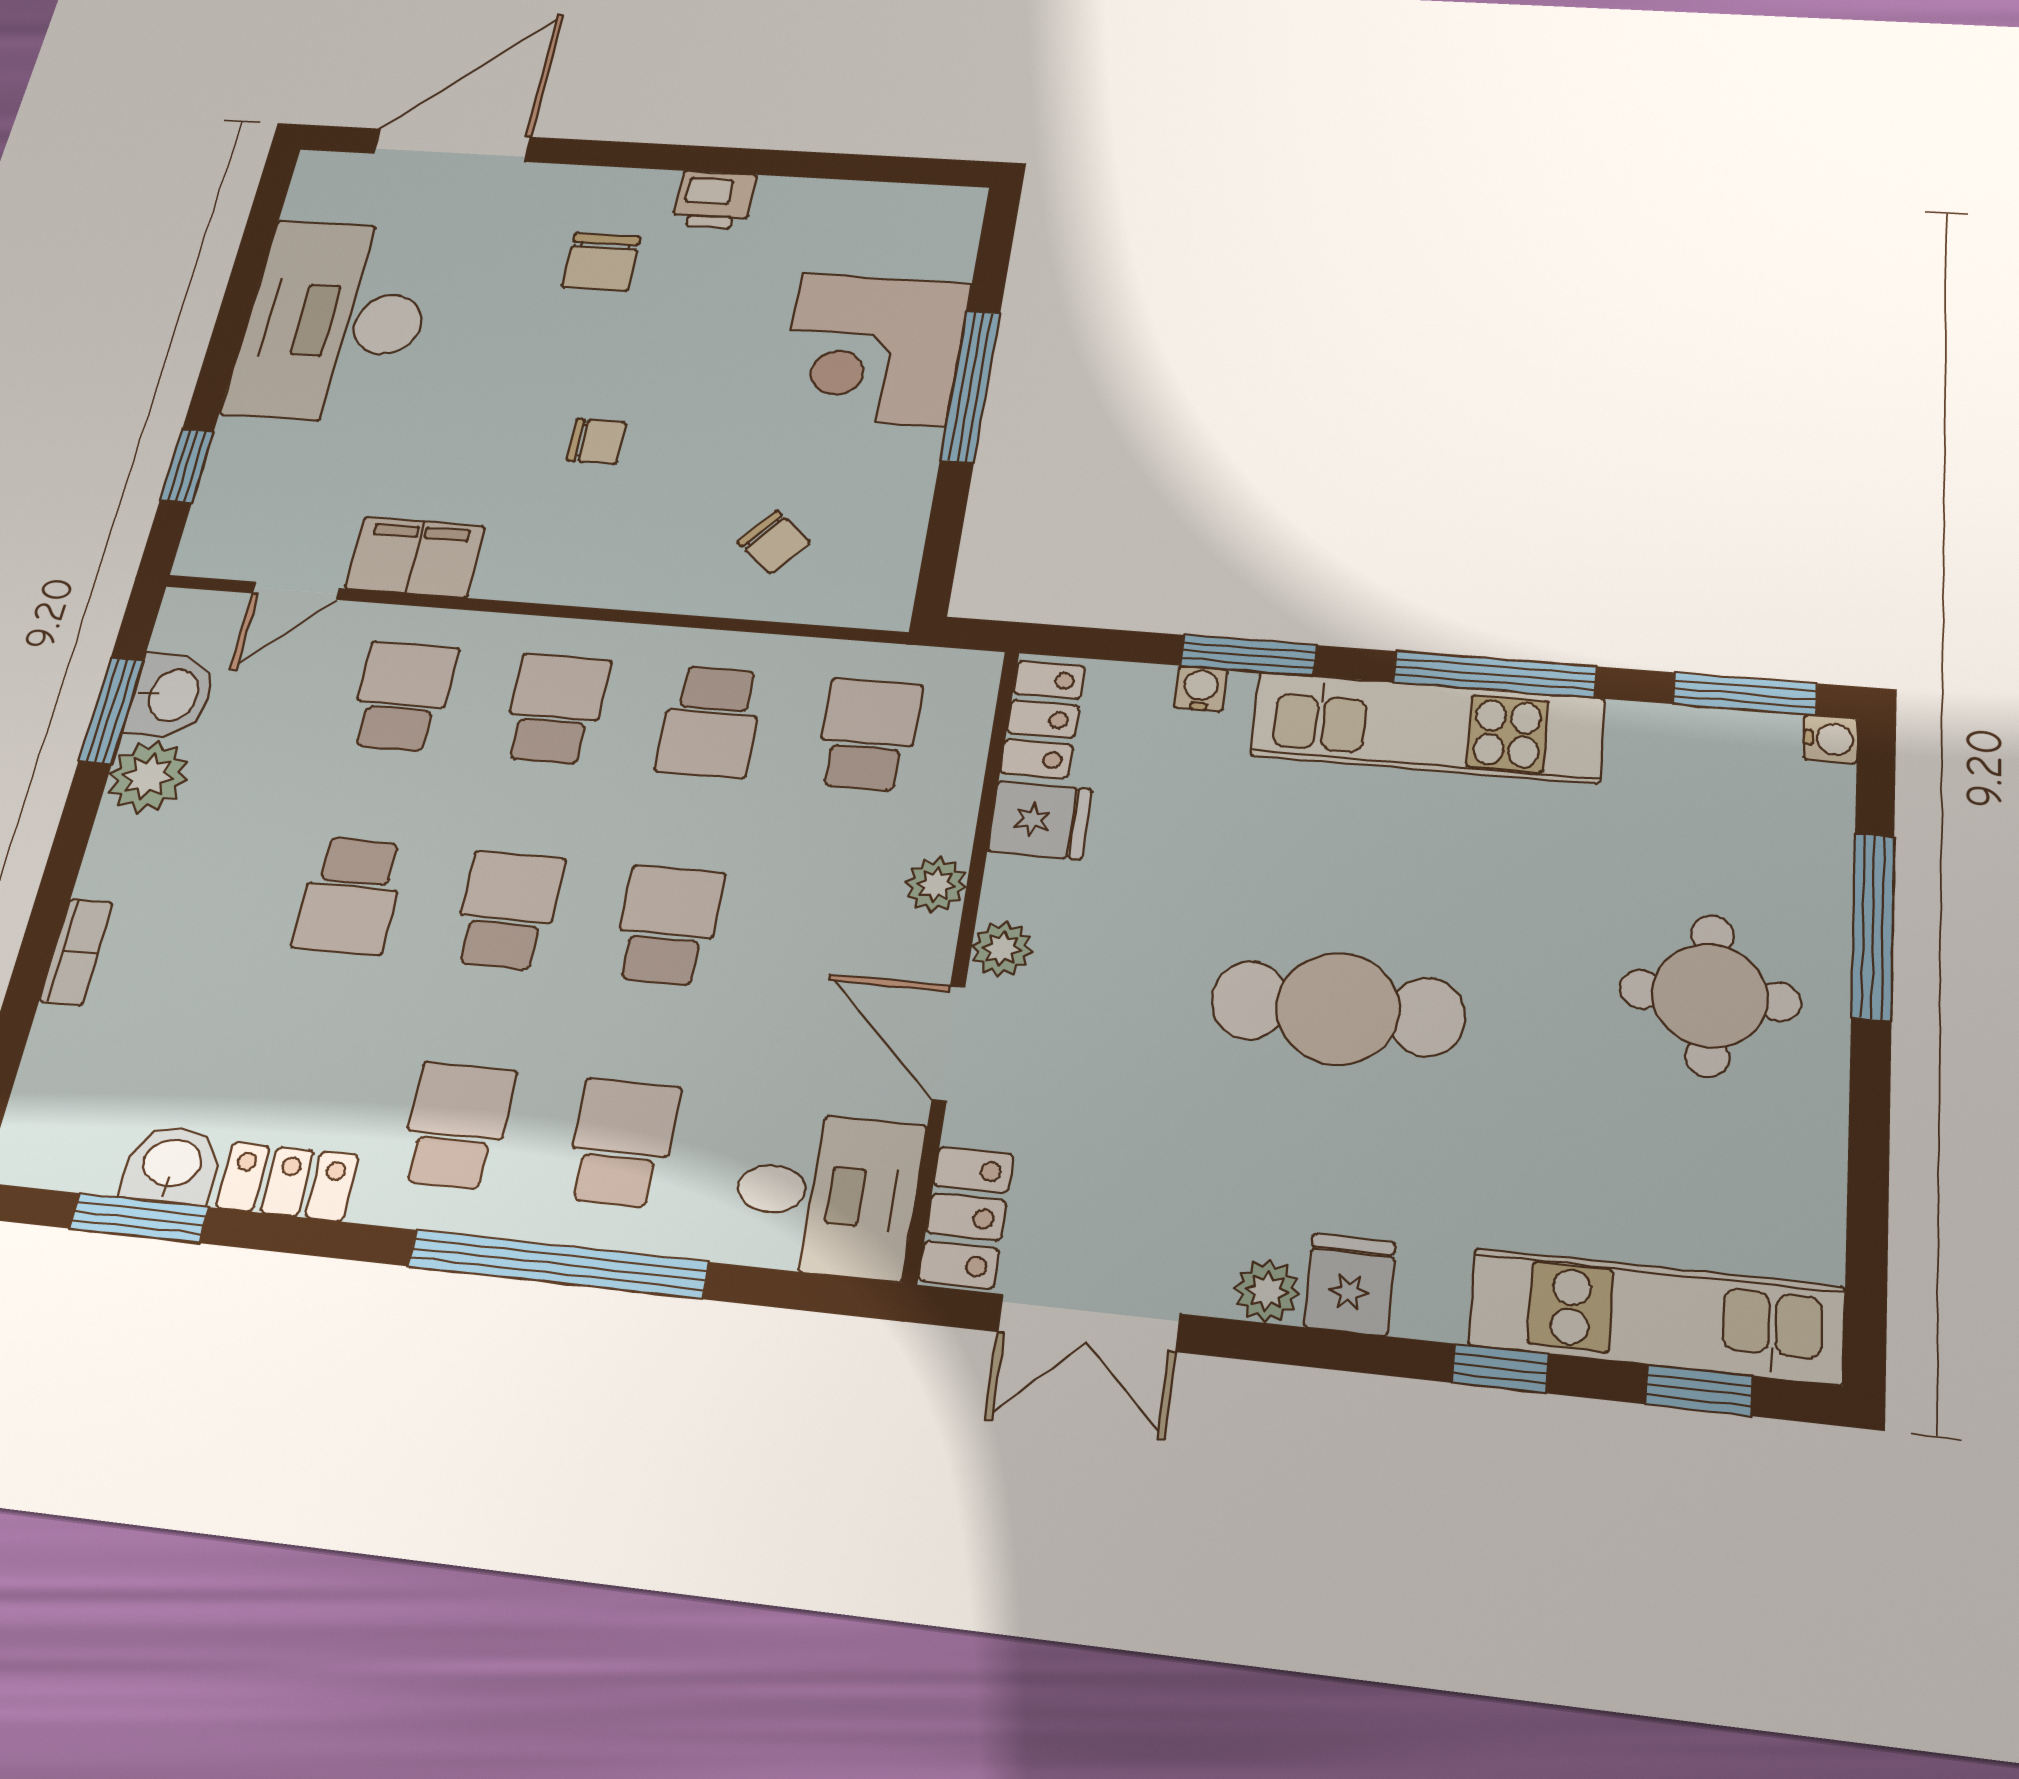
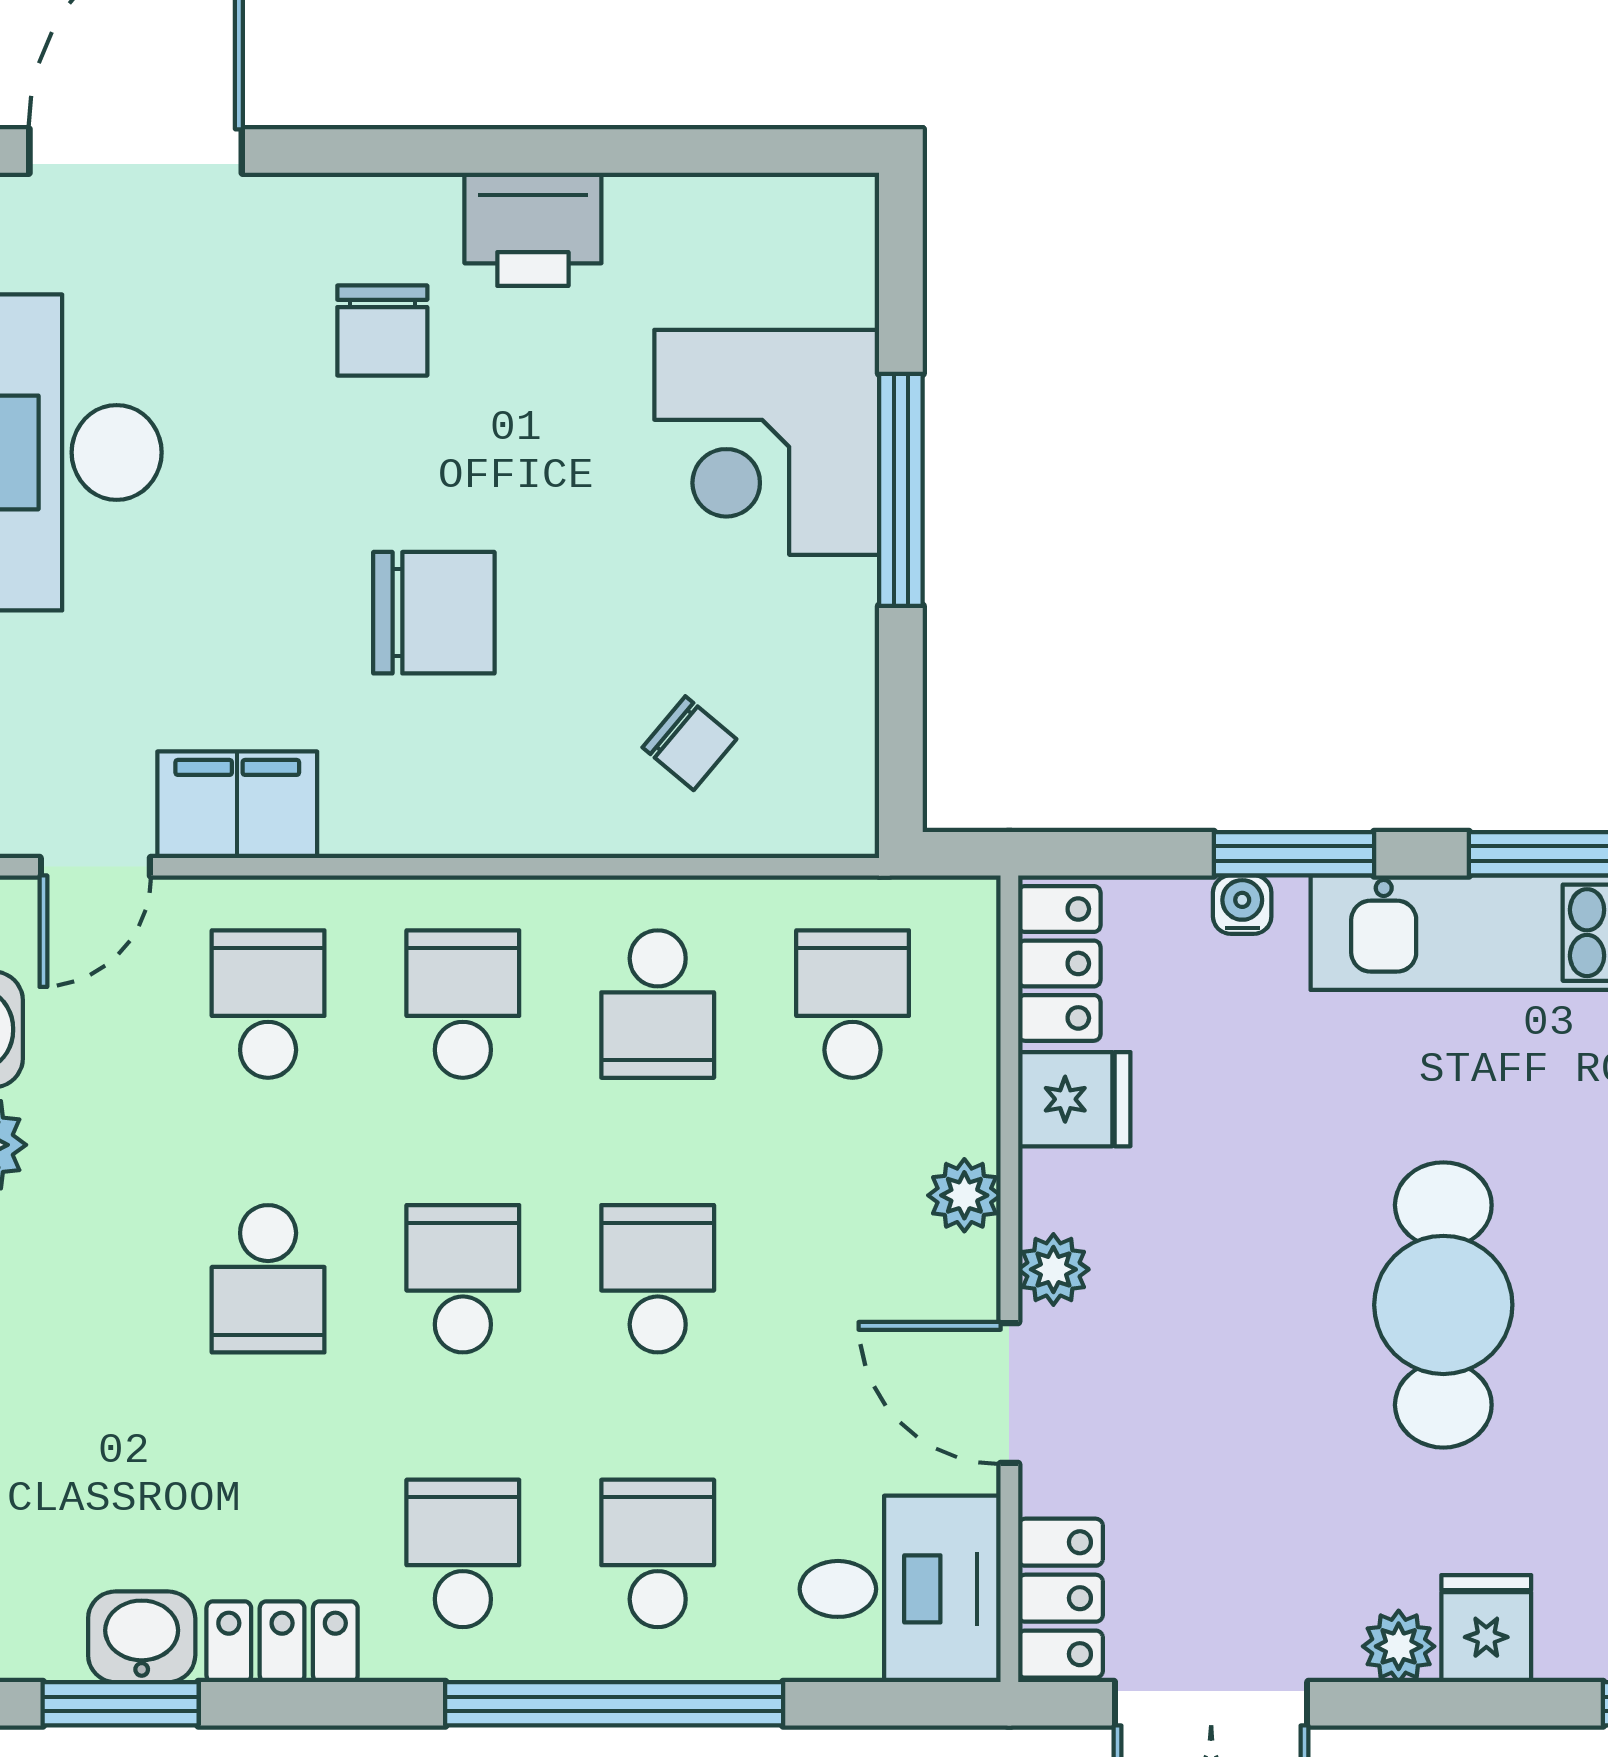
printer: (714, 200) -> (533, 229), width x1.36, depth x1.24
chair: (596, 441) -> (434, 613), width x1.87, depth x1.87
cafe table: (1338, 1009) -> (1443, 1305), turned 90

